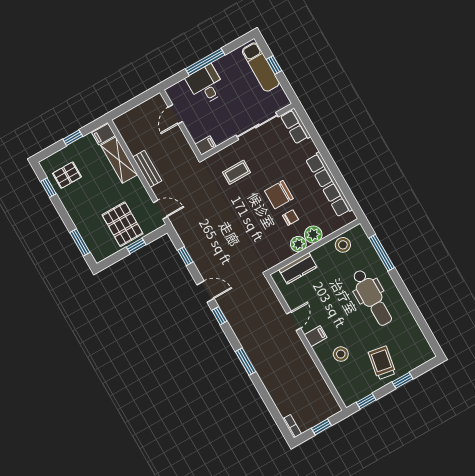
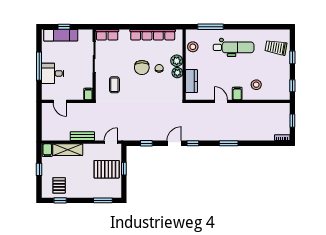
trolley: (382, 363) -> (276, 47), moved

